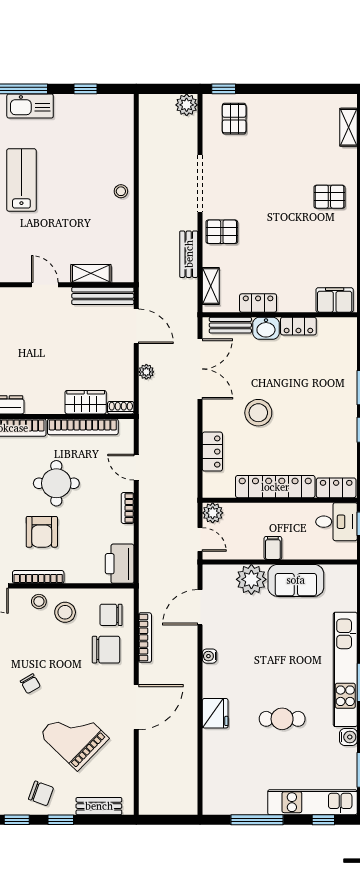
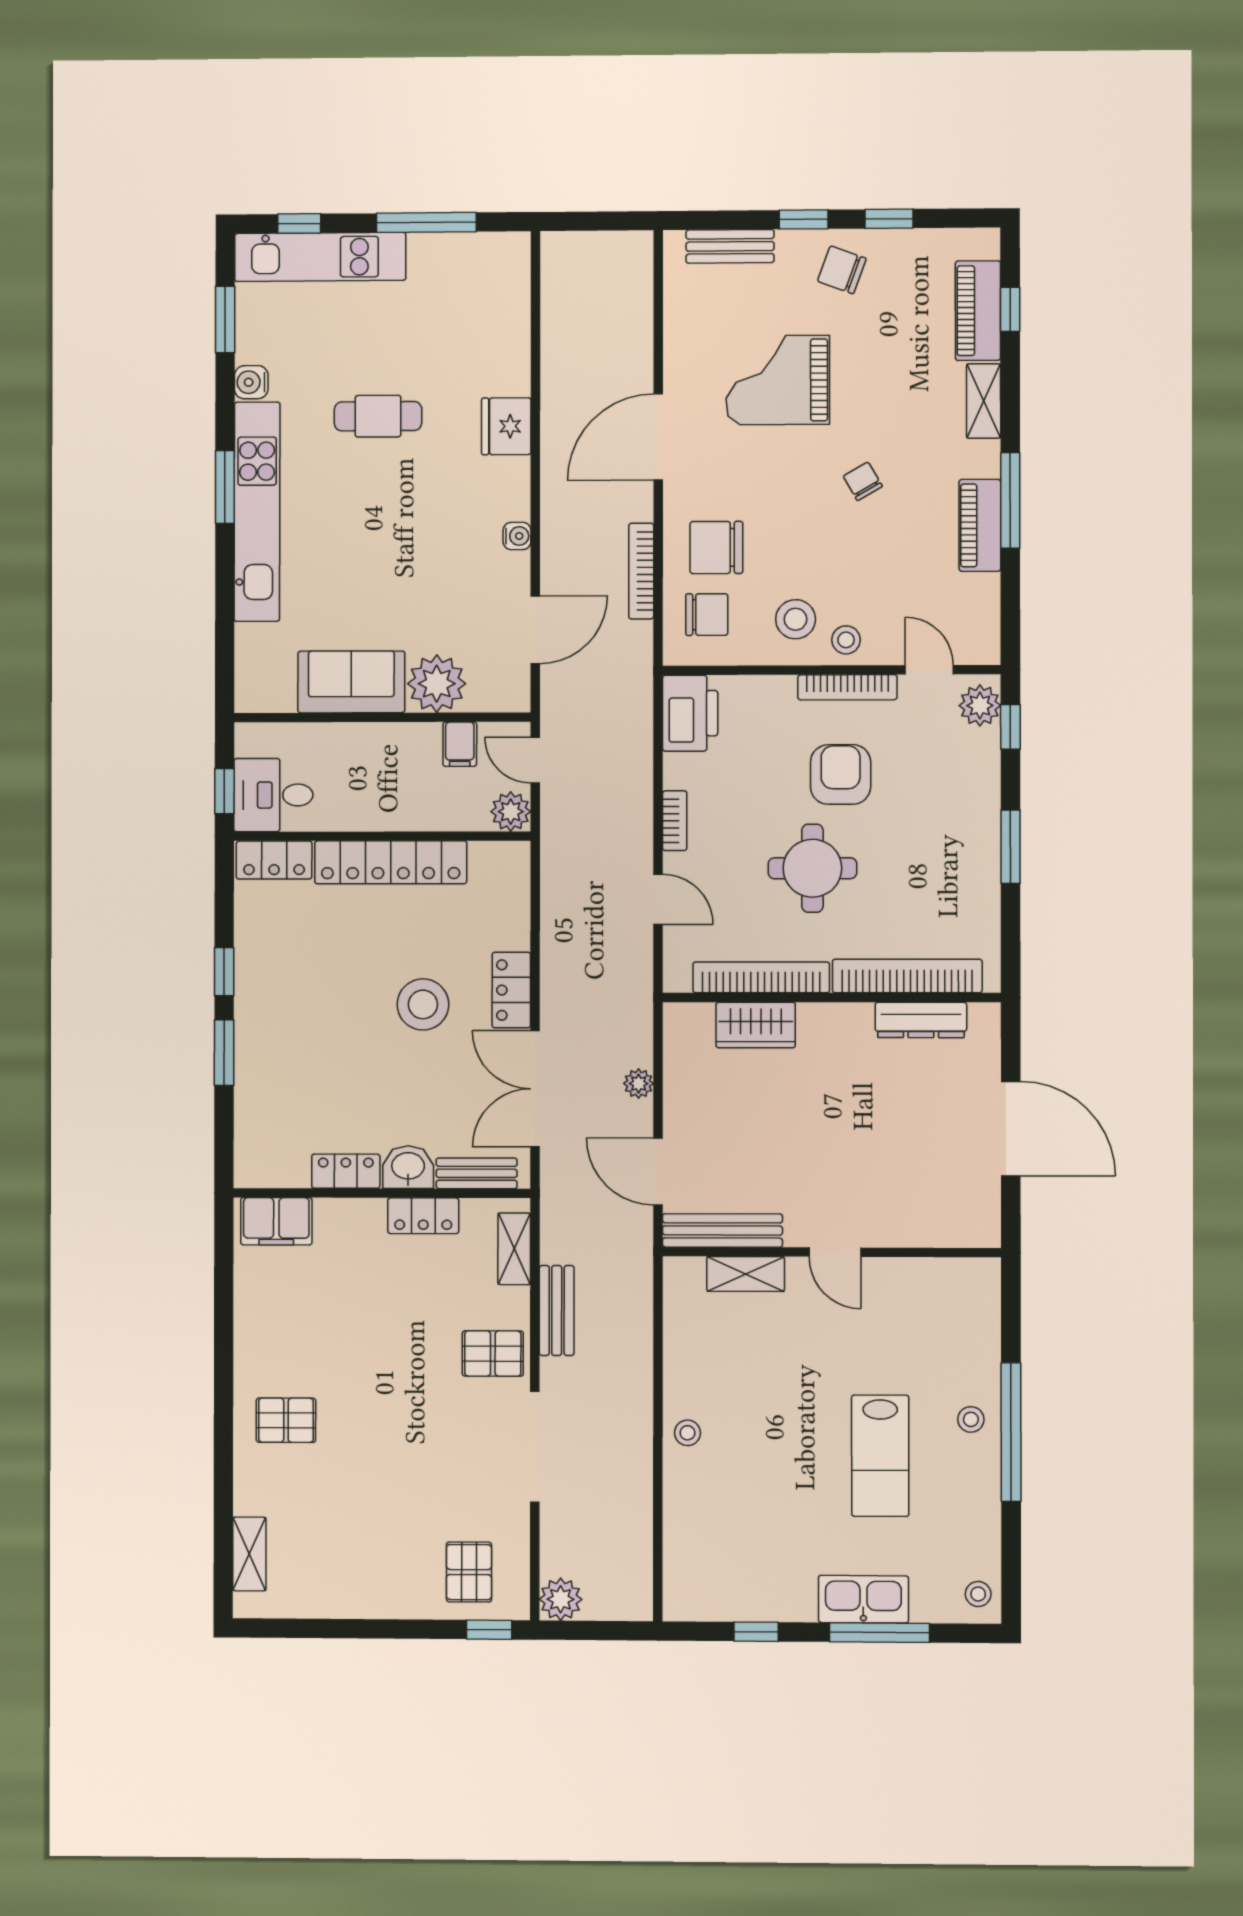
shoe rack: (121, 408) -> (688, 1014), removed
locker: (212, 452) -> (511, 990), moved
filing cabinet: (273, 548) -> (460, 744), moved
grand piano: (74, 736) -> (778, 380), turned 136

